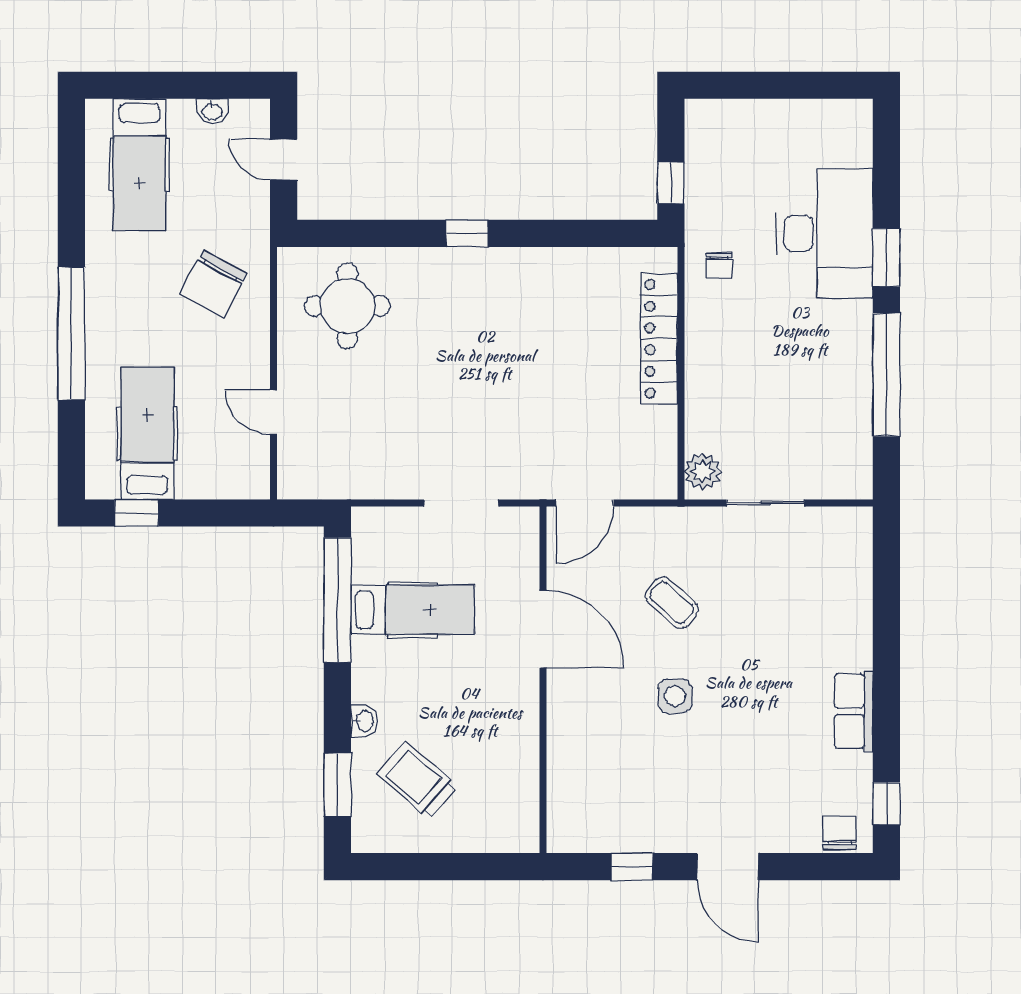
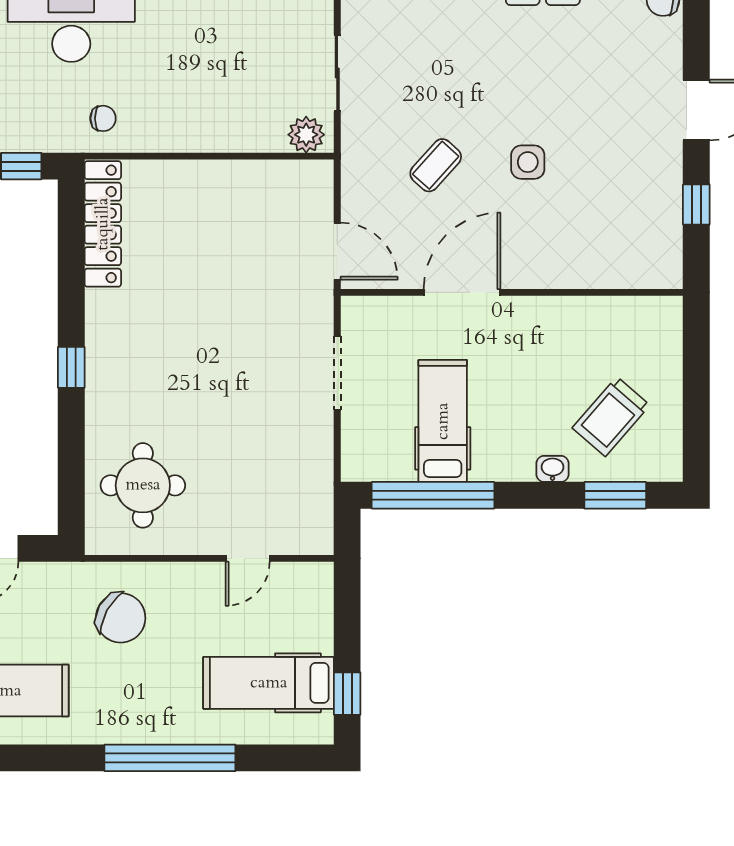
locker: (659, 339) -> (103, 224), moved, turned -90

